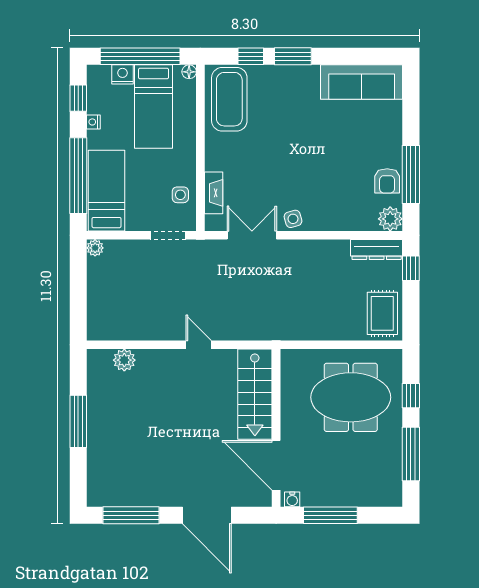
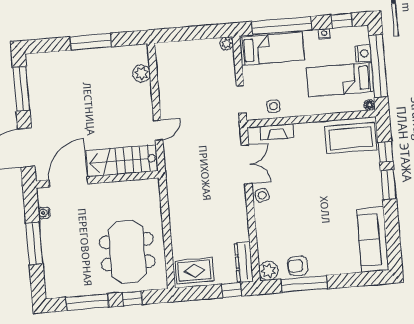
stairs: (255, 394) -> (122, 161), moved
wall: (276, 428) -> (97, 179), moved
door: (276, 465) -> (68, 182), moved

